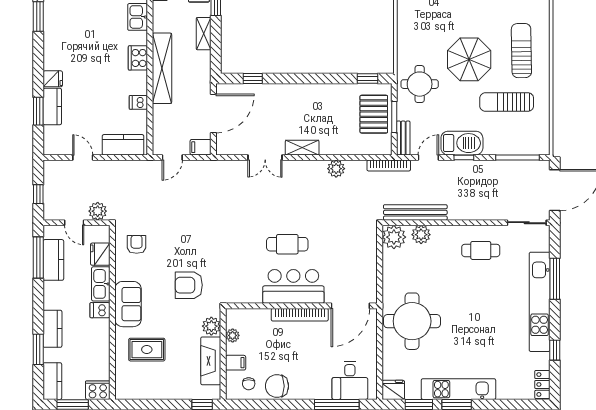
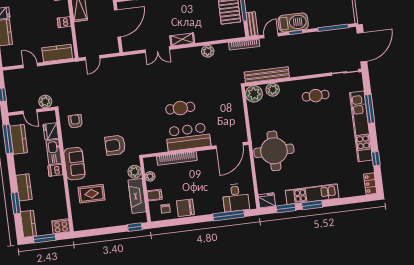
filing cabinet: (201, 147) -> (111, 48), removed
bookcase: (300, 315) -> (177, 158), moved

